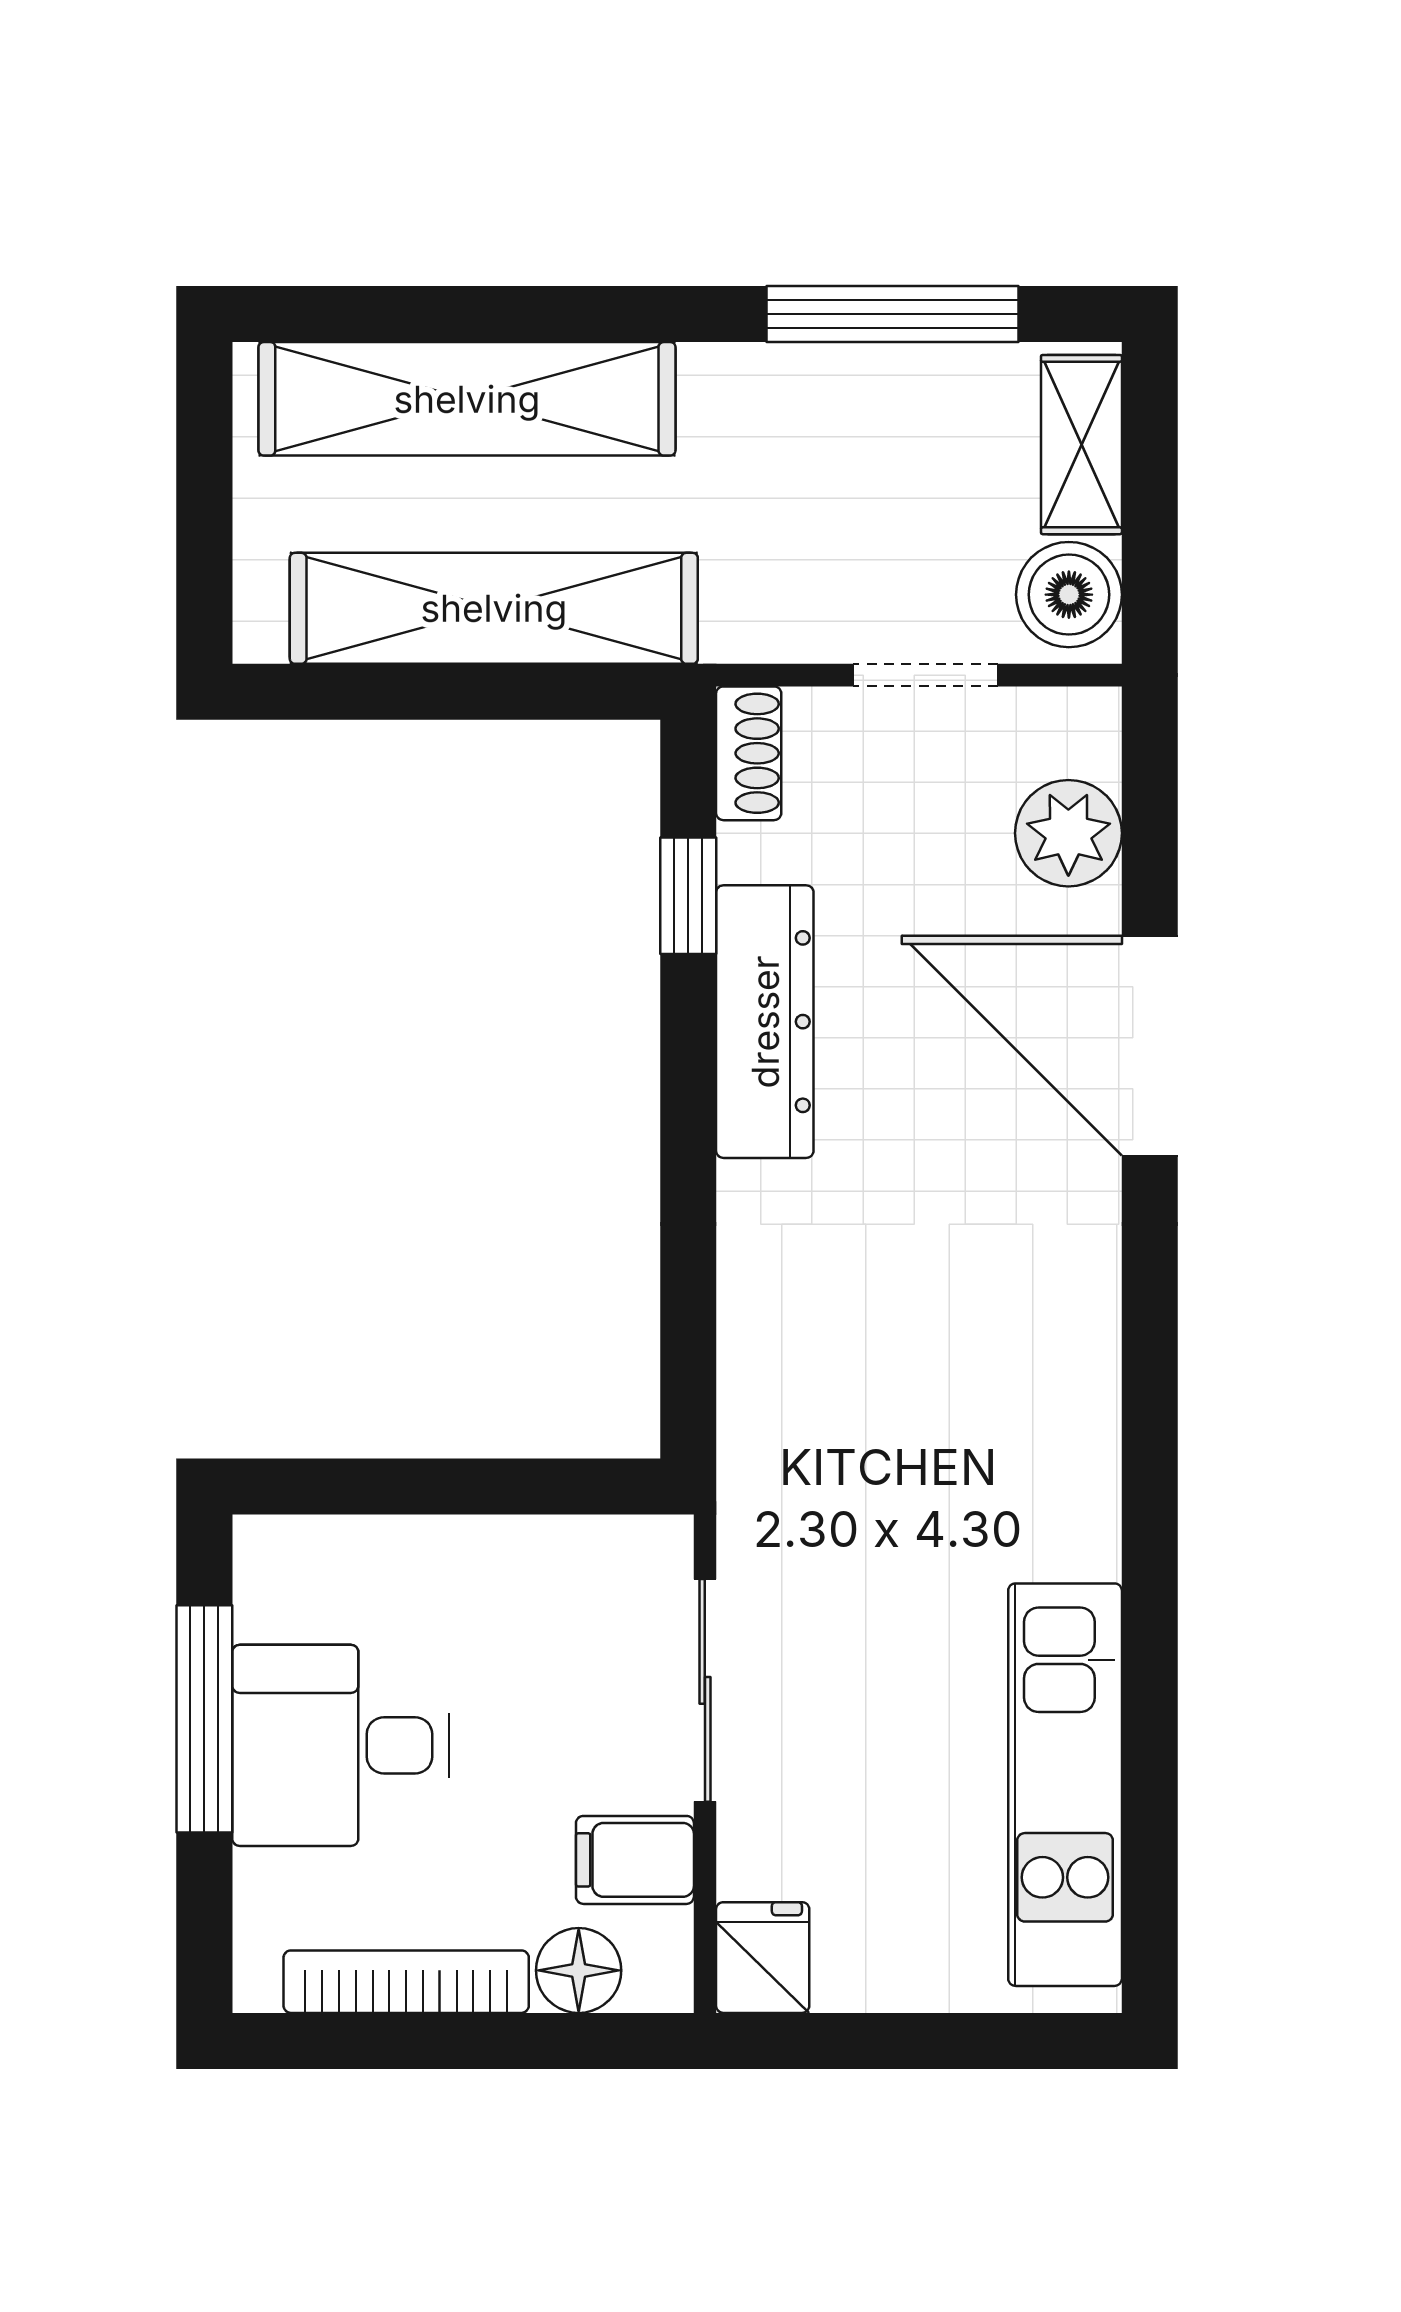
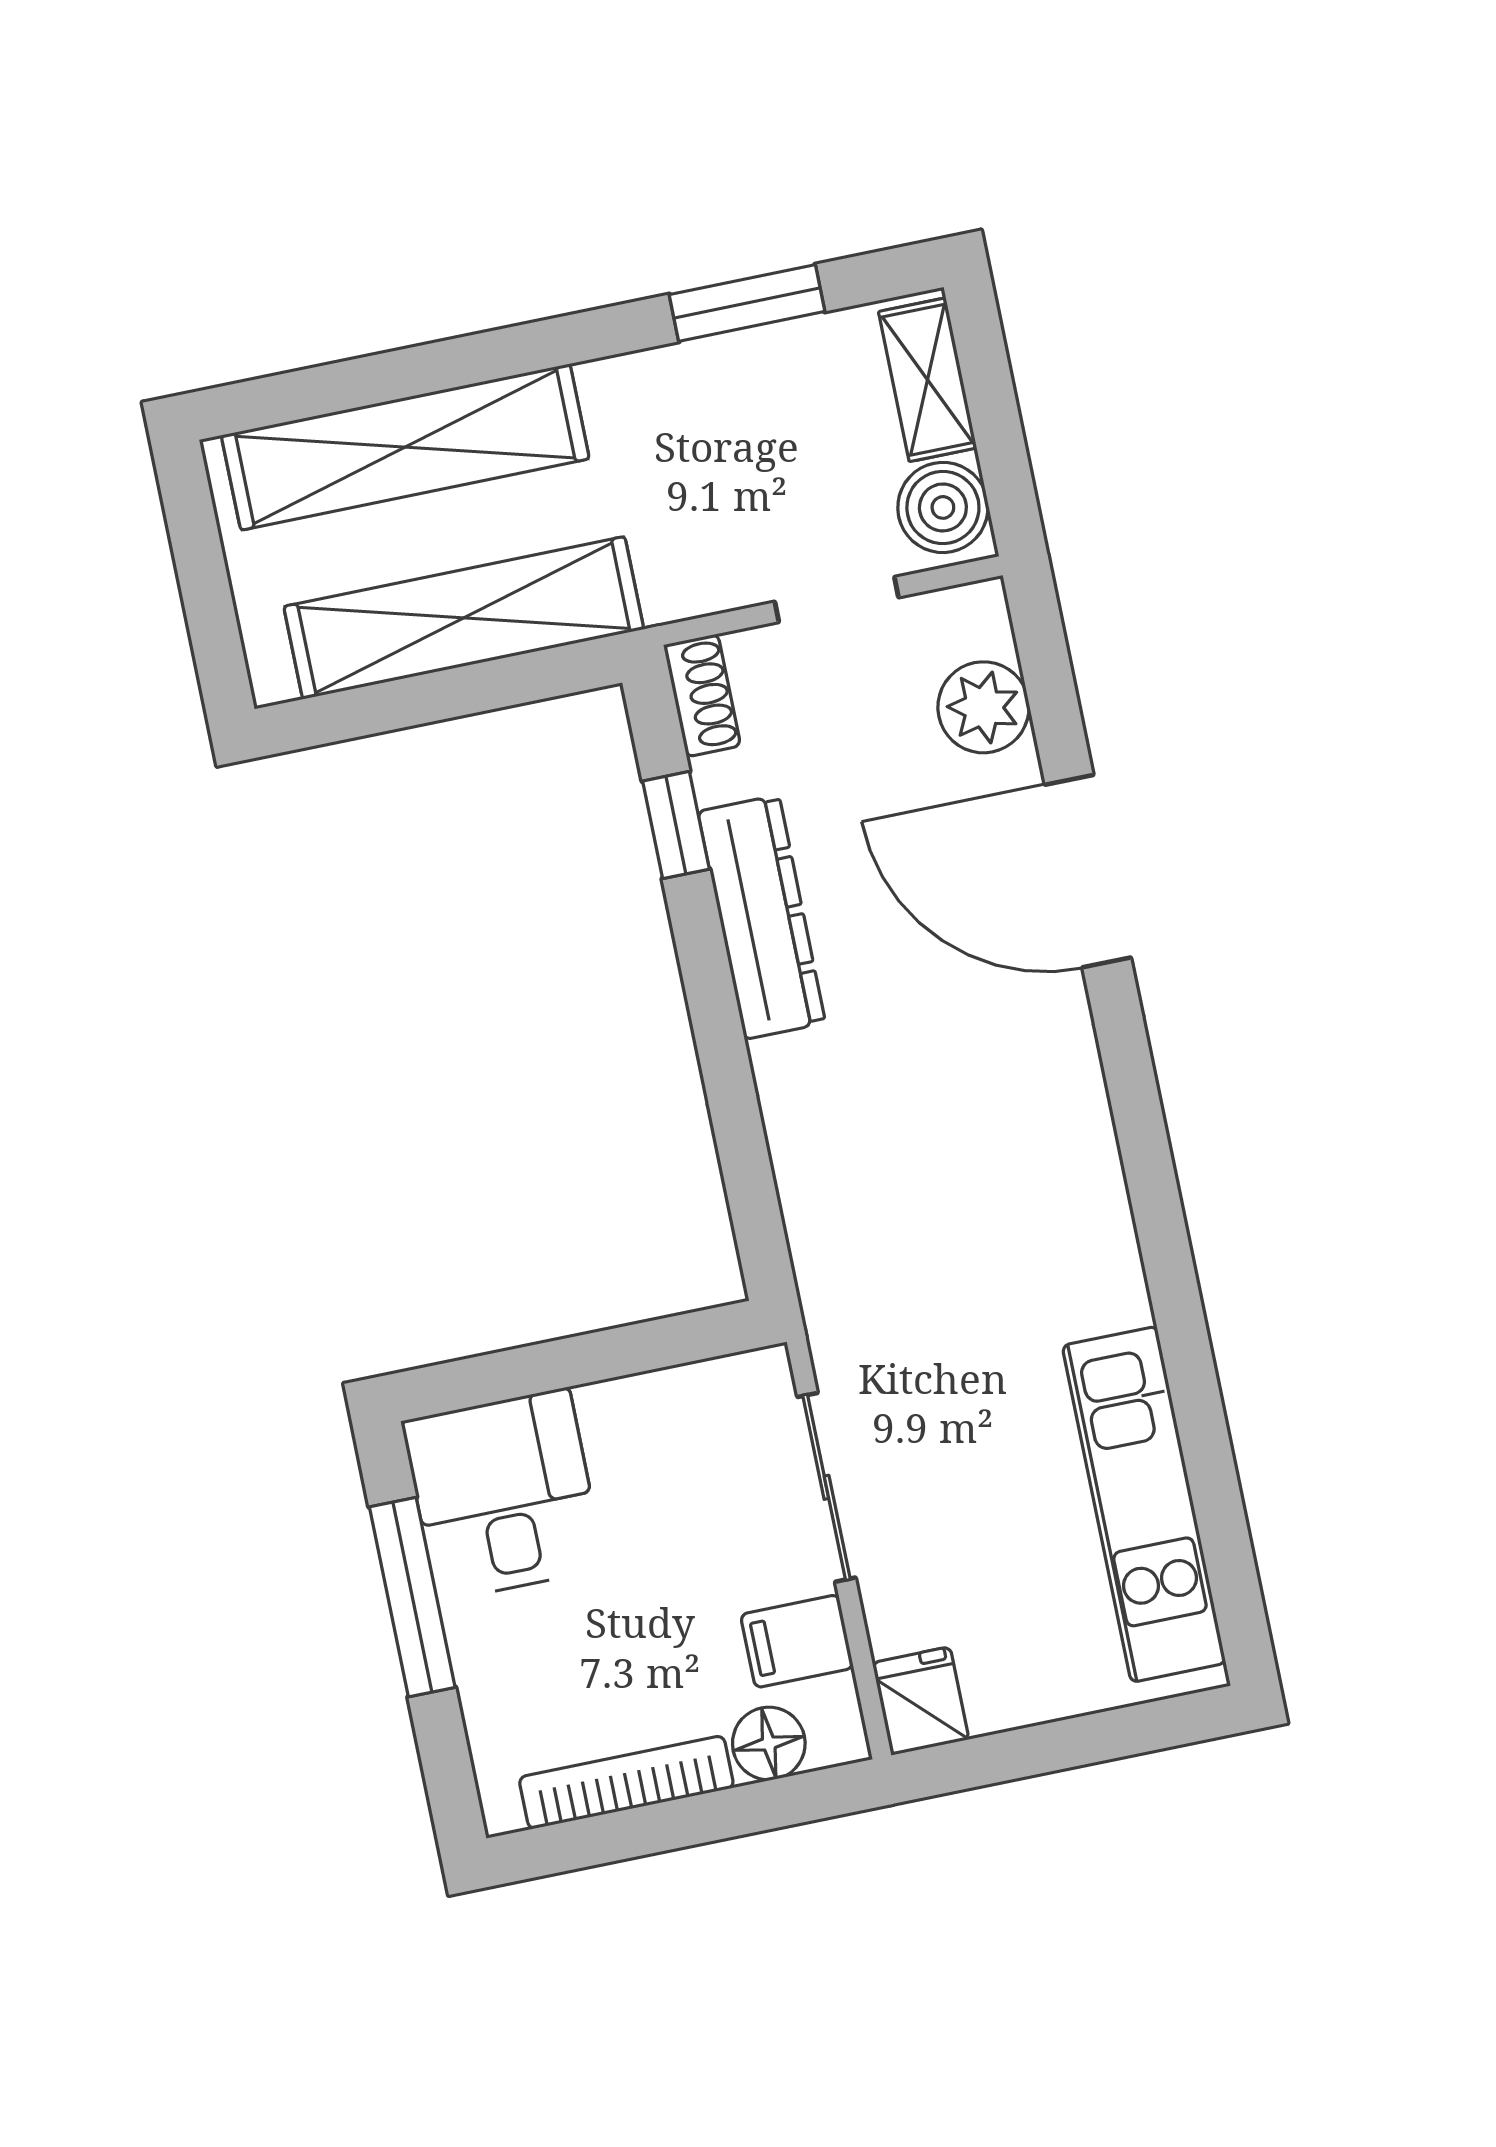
window: (893, 314) -> (747, 303), width x0.69
desk: (341, 1745) -> (503, 1495), moved, turned 90

